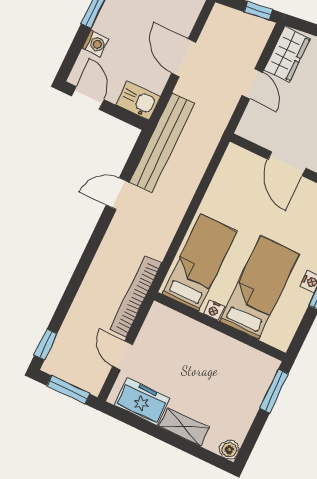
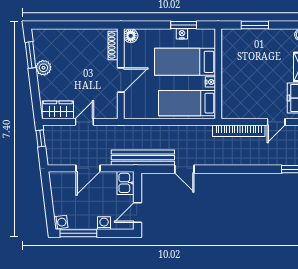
bed: (200, 263) -> (187, 103), moved
bed: (259, 288) -> (185, 62), moved
nightstand: (214, 310) -> (210, 82), moved
wall: (220, 327) -> (218, 74), moved

